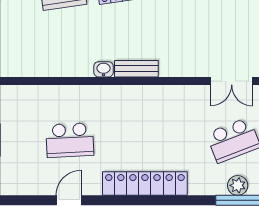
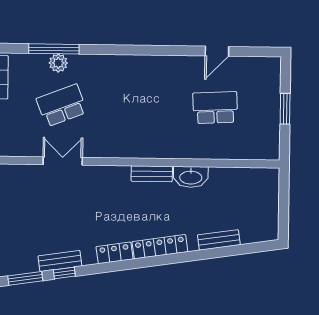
washbasin: (104, 69) -> (191, 177), width x1.91, depth x1.45
locker: (145, 184) -> (145, 66), removed

